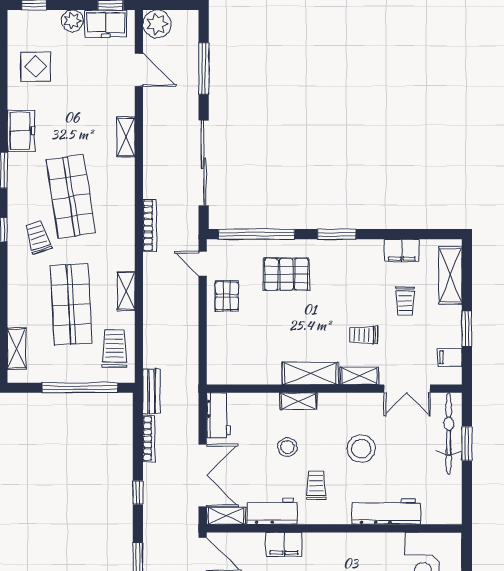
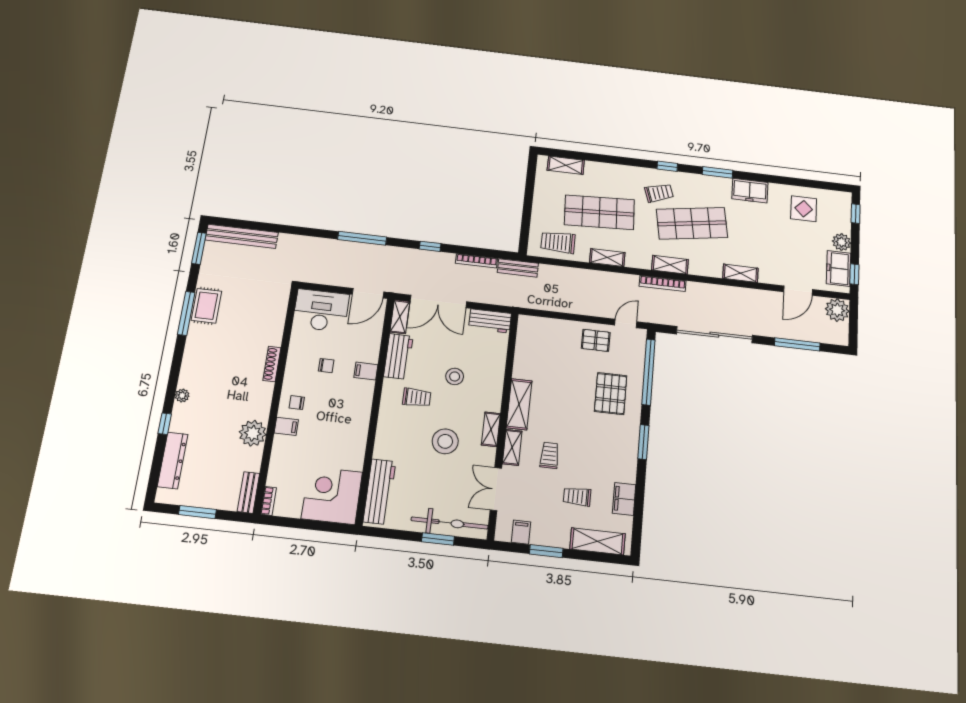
shelving: (126, 219) -> (670, 265), added
trolley: (115, 349) -> (558, 242), turned 180
window: (80, 388) -> (527, 211), removed
shelving: (298, 401) -> (491, 429), moved
workbench: (386, 511) -> (380, 492), moved
filing cabinet: (284, 544) -> (366, 371), width x0.50

